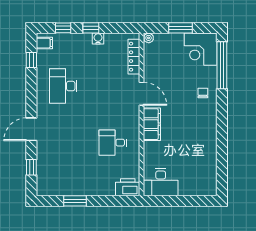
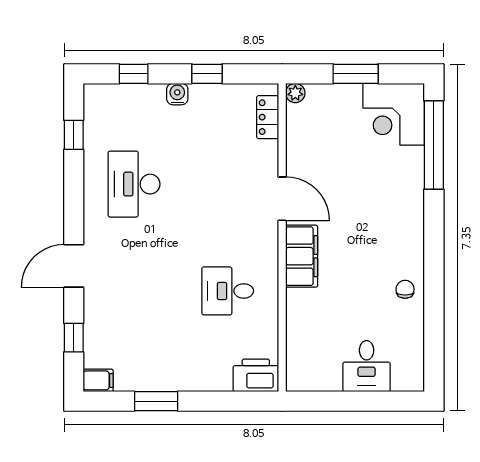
window: (91, 28) -> (207, 74), moved
water cooler: (98, 38) -> (177, 94), moved
filing cabinet: (44, 43) -> (98, 380), moved
locker: (134, 57) -> (268, 117), width x0.66
chair: (203, 93) -> (405, 289), moved
desk: (161, 182) -> (367, 366), moved, width x0.73

